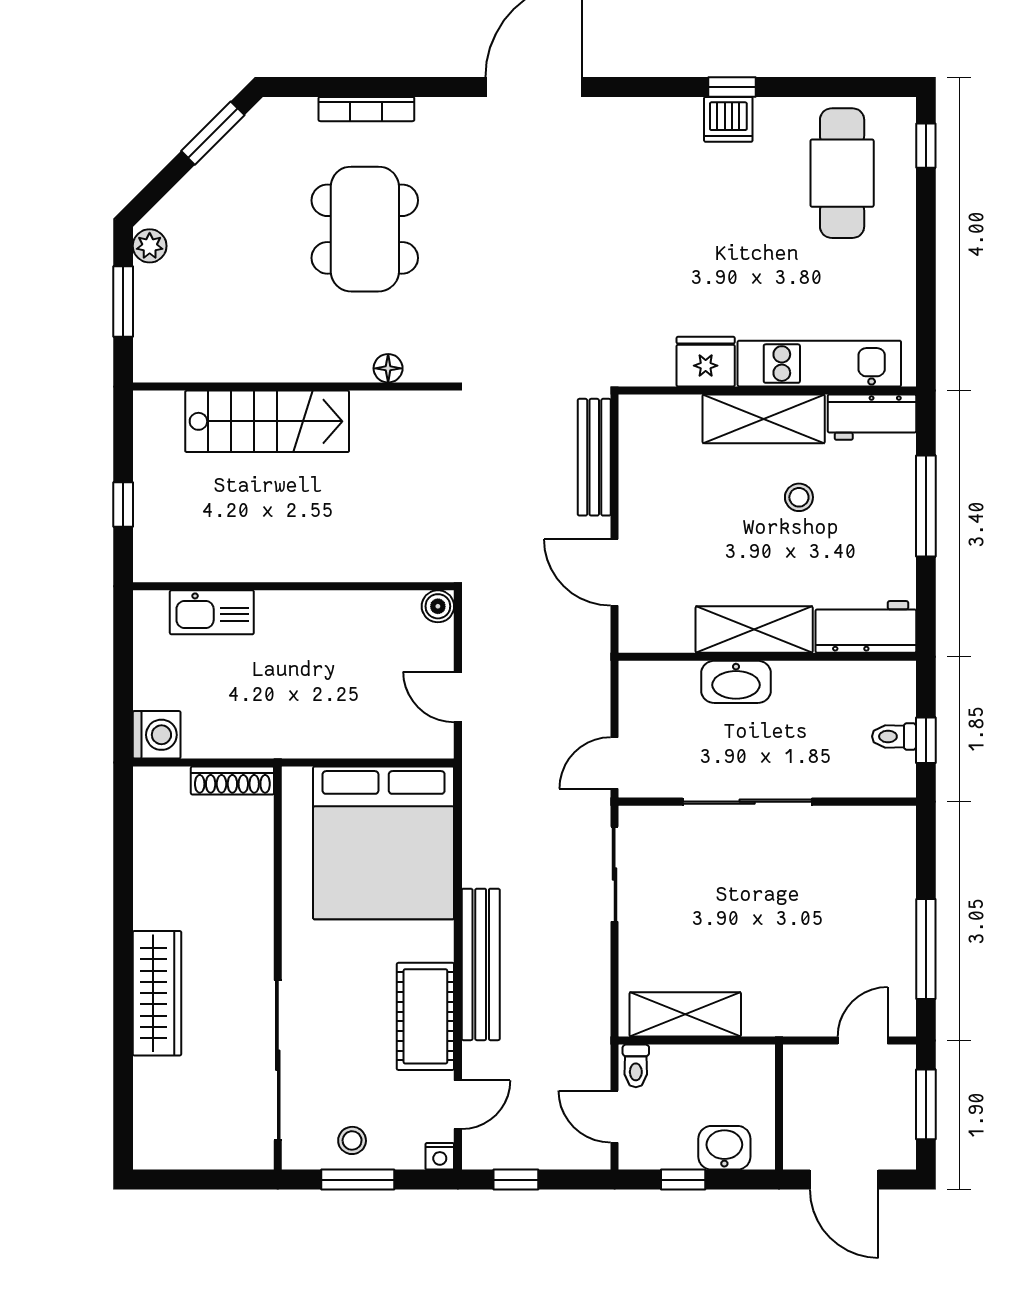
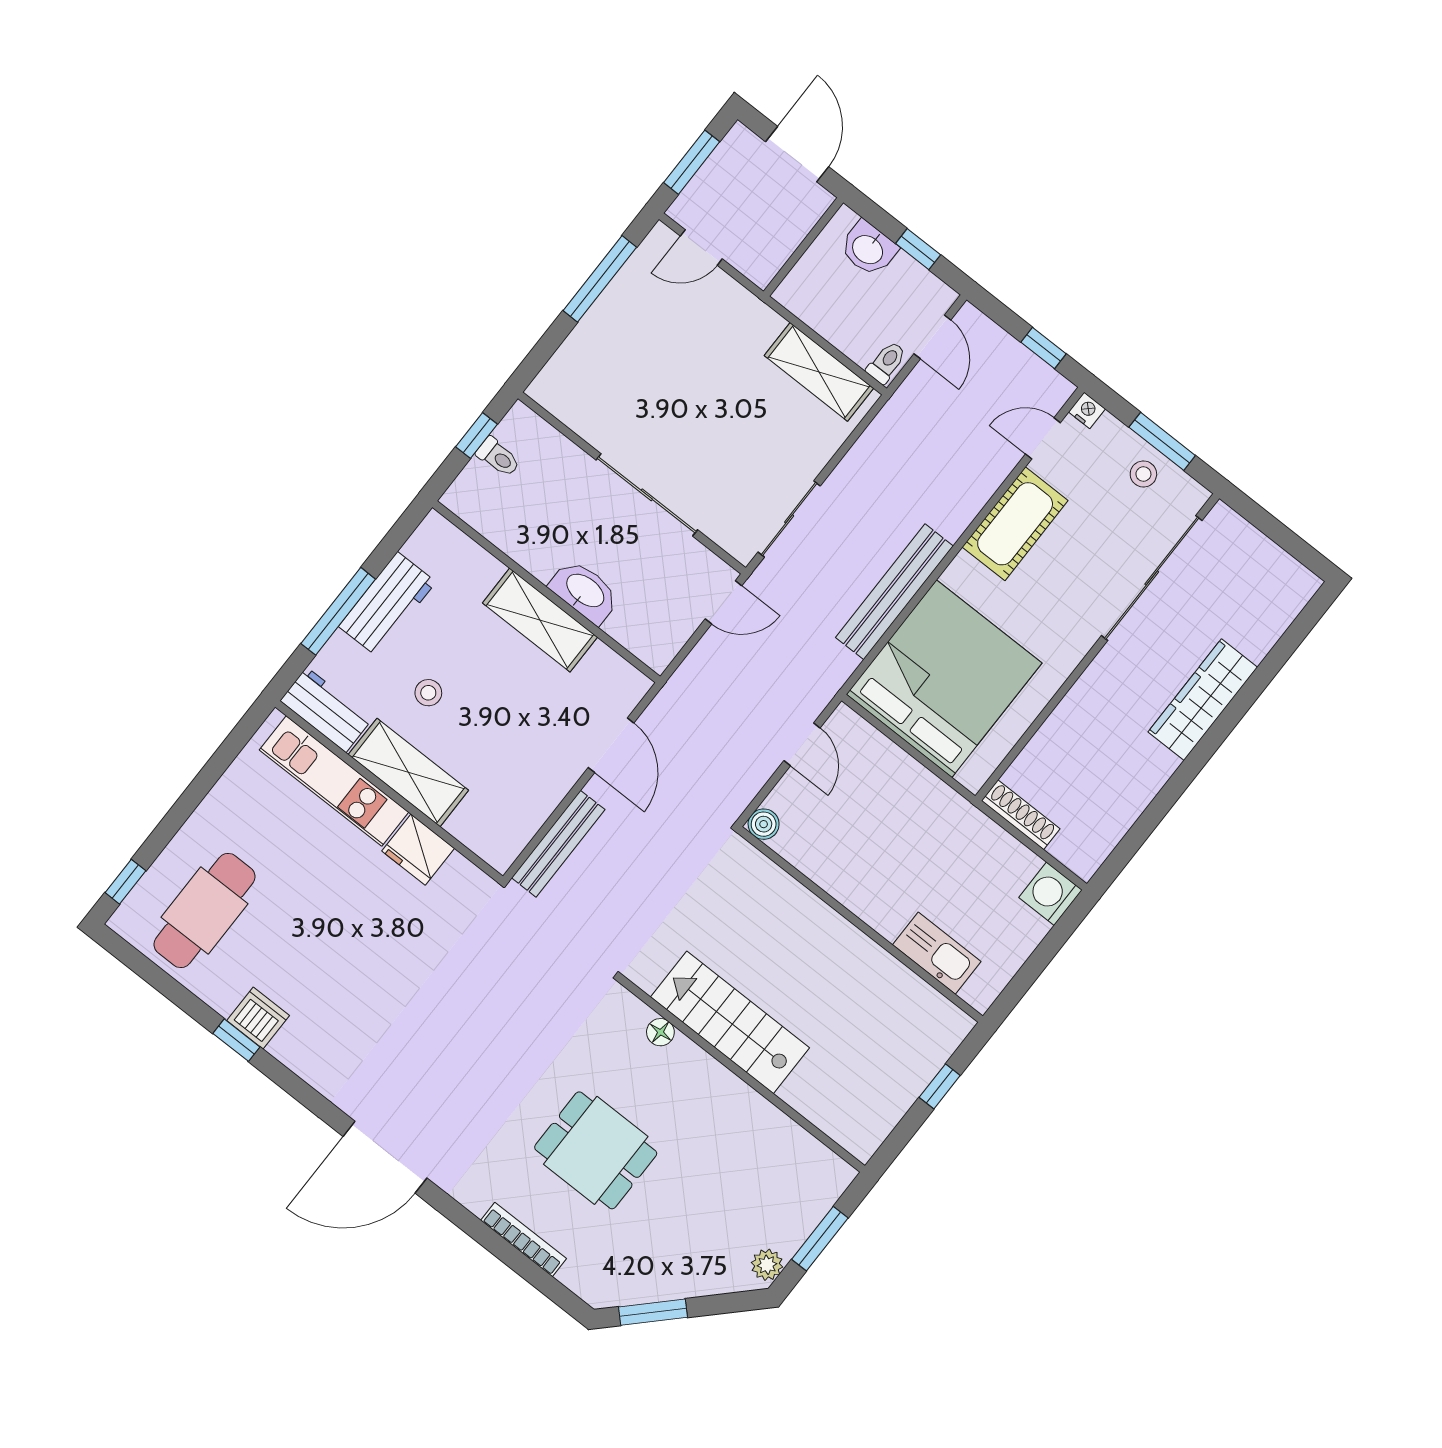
dining table: (365, 229) -> (596, 1150), width x0.73
stairs: (267, 421) -> (730, 1022), moved
workbench: (866, 627) -> (387, 604), moved, turned -90
bench: (481, 964) -> (894, 592), moved

